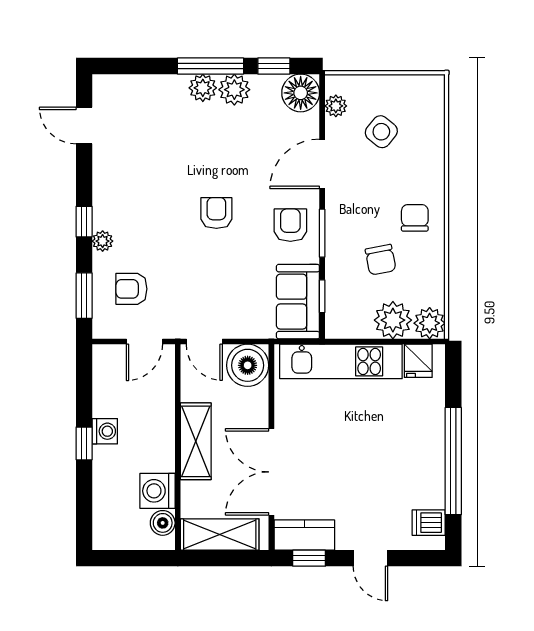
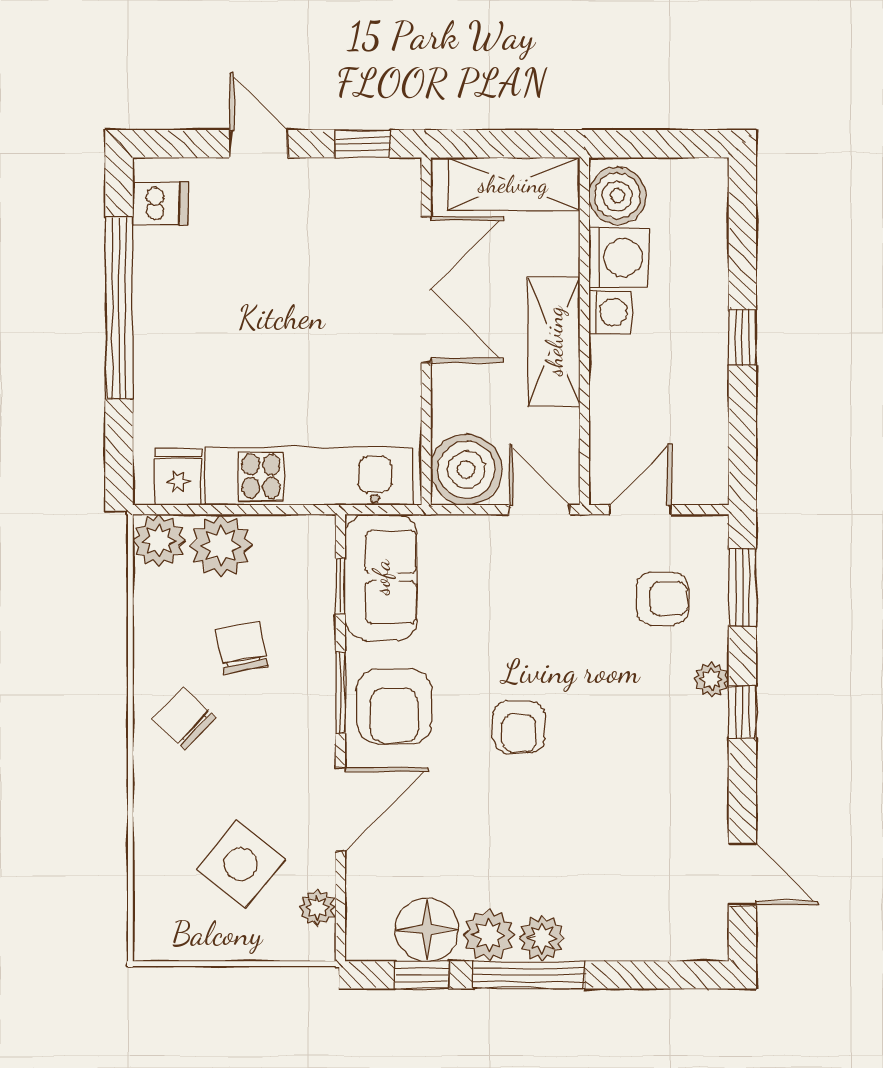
floor lamp: (301, 93) -> (427, 930), moved
side table: (381, 132) -> (240, 864), width x1.37, depth x1.37
chair: (415, 218) -> (184, 719), turned 133
armchair: (290, 225) -> (394, 706), width x1.38, depth x1.38
washing machine: (105, 431) -> (610, 312), moved, turned 180
boiler: (163, 523) -> (617, 196), width x1.36, depth x1.36
kitchen counter: (304, 535) -> (371, 183), removed

